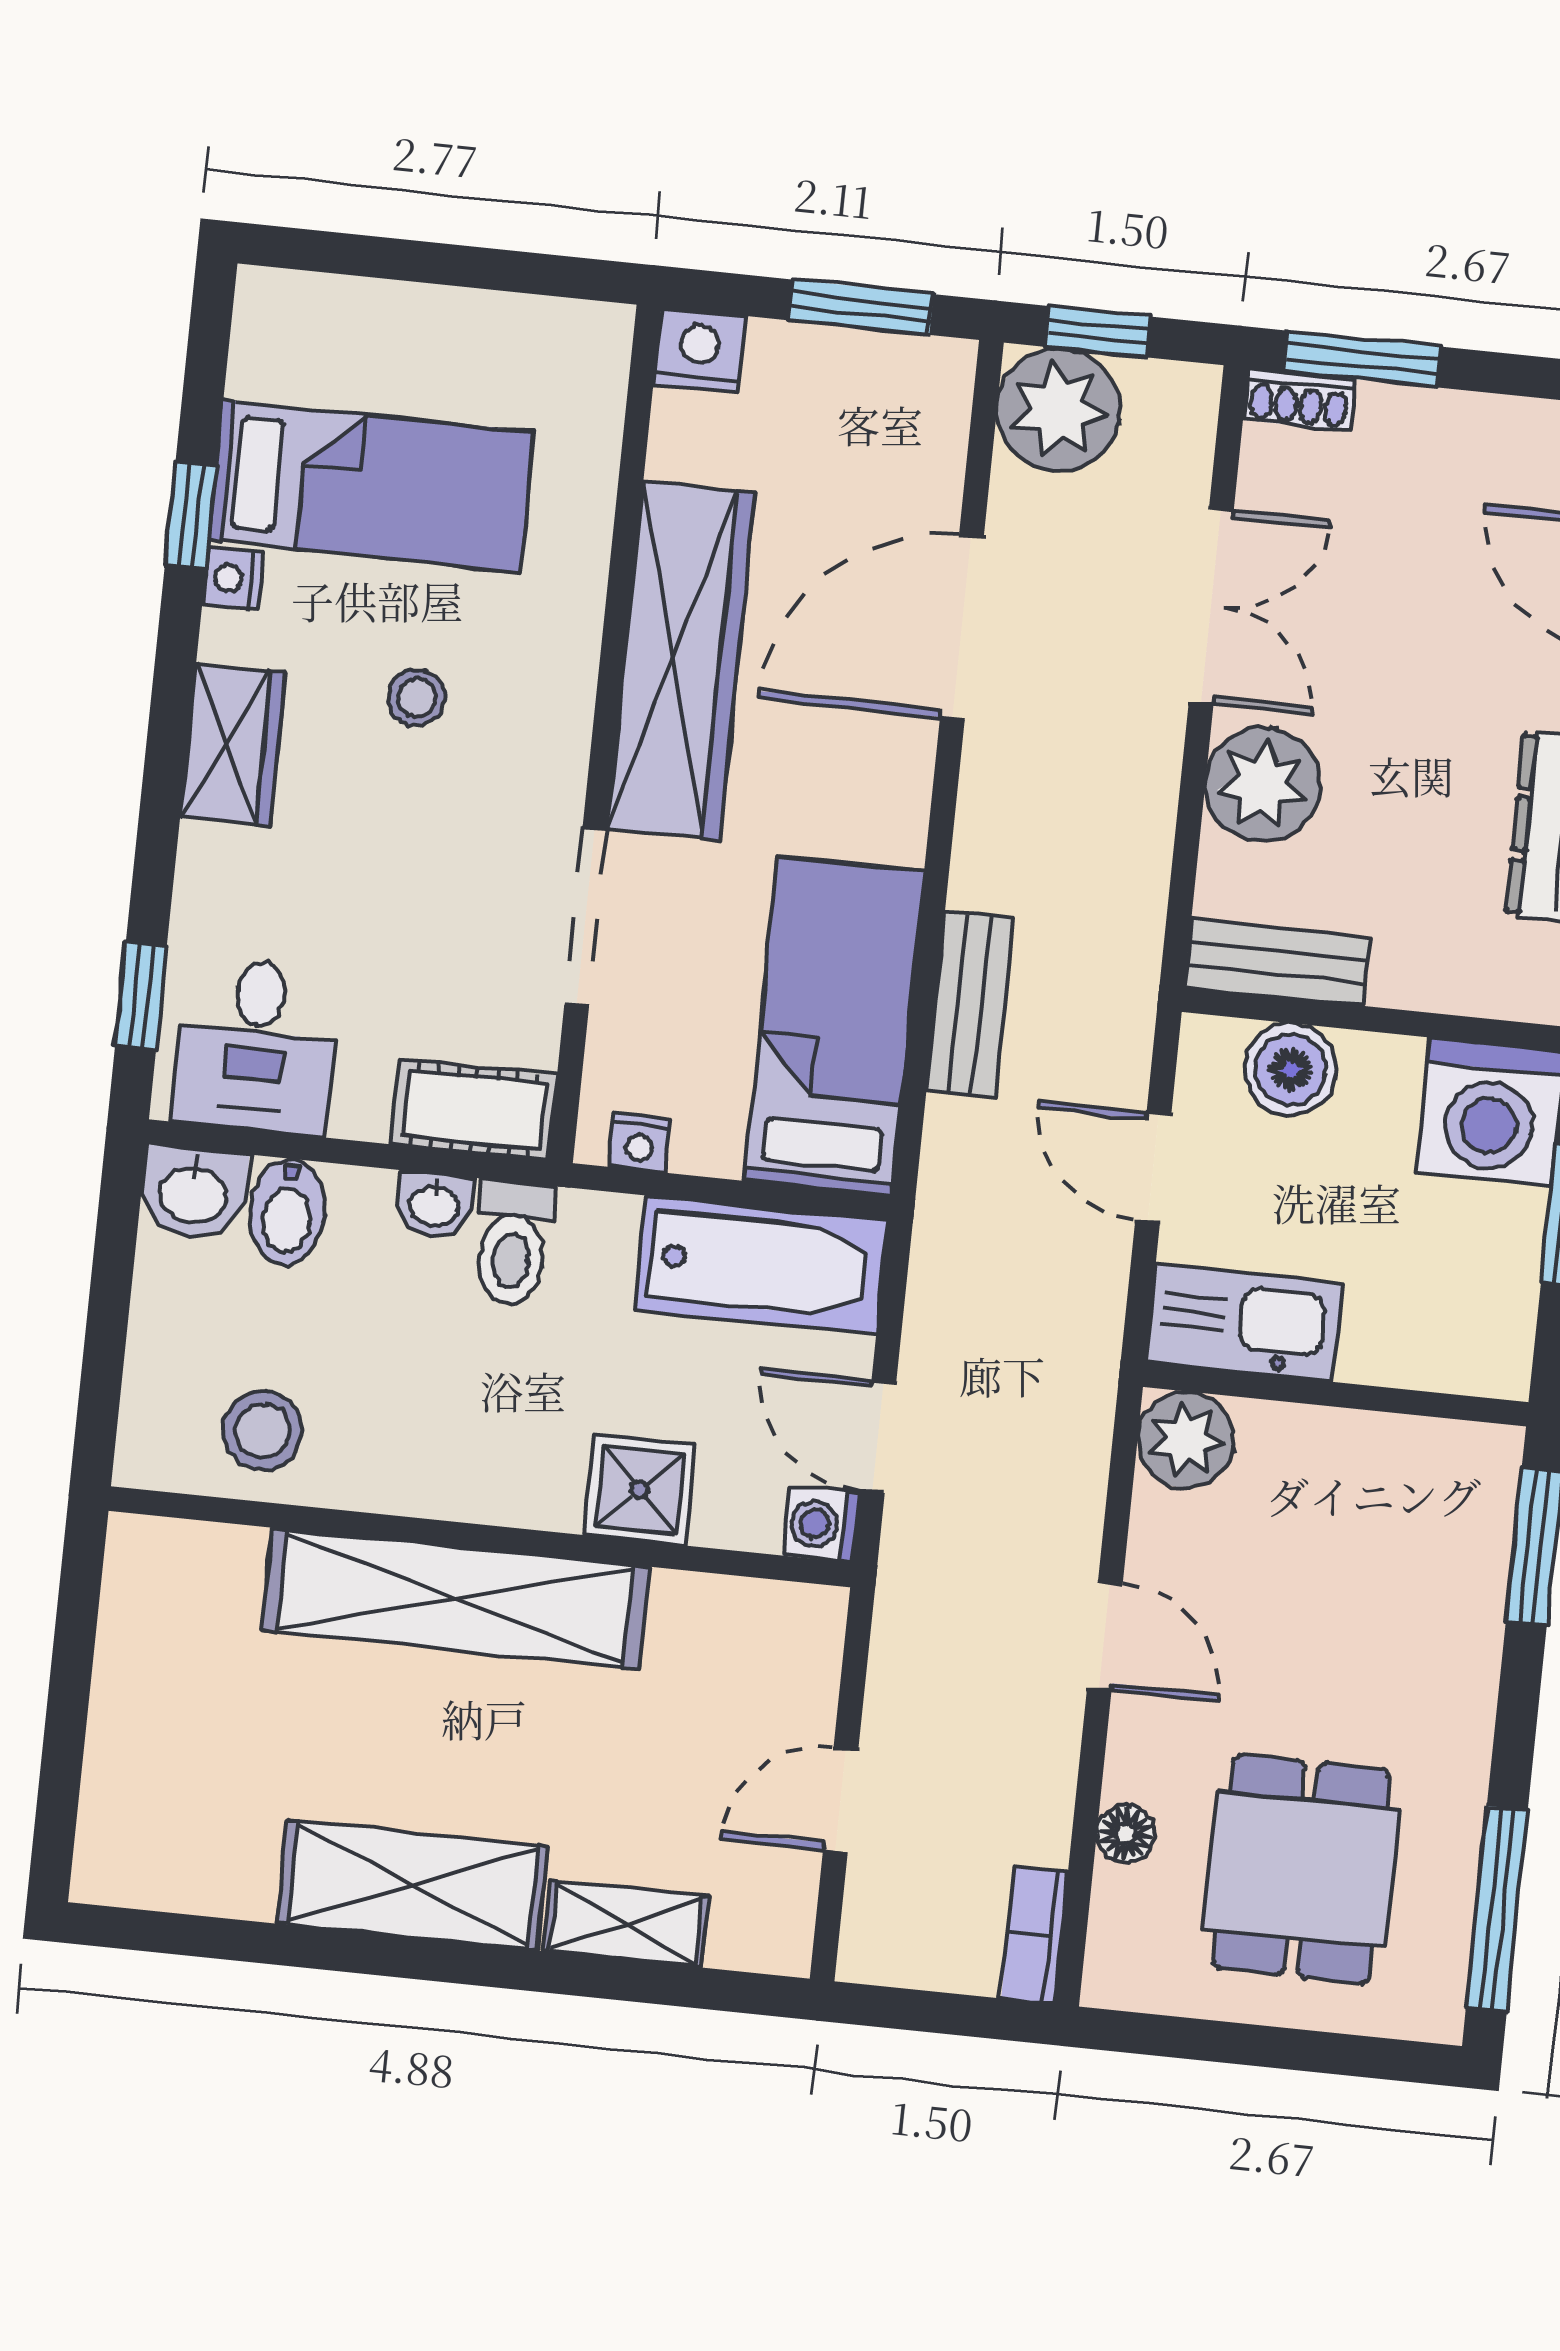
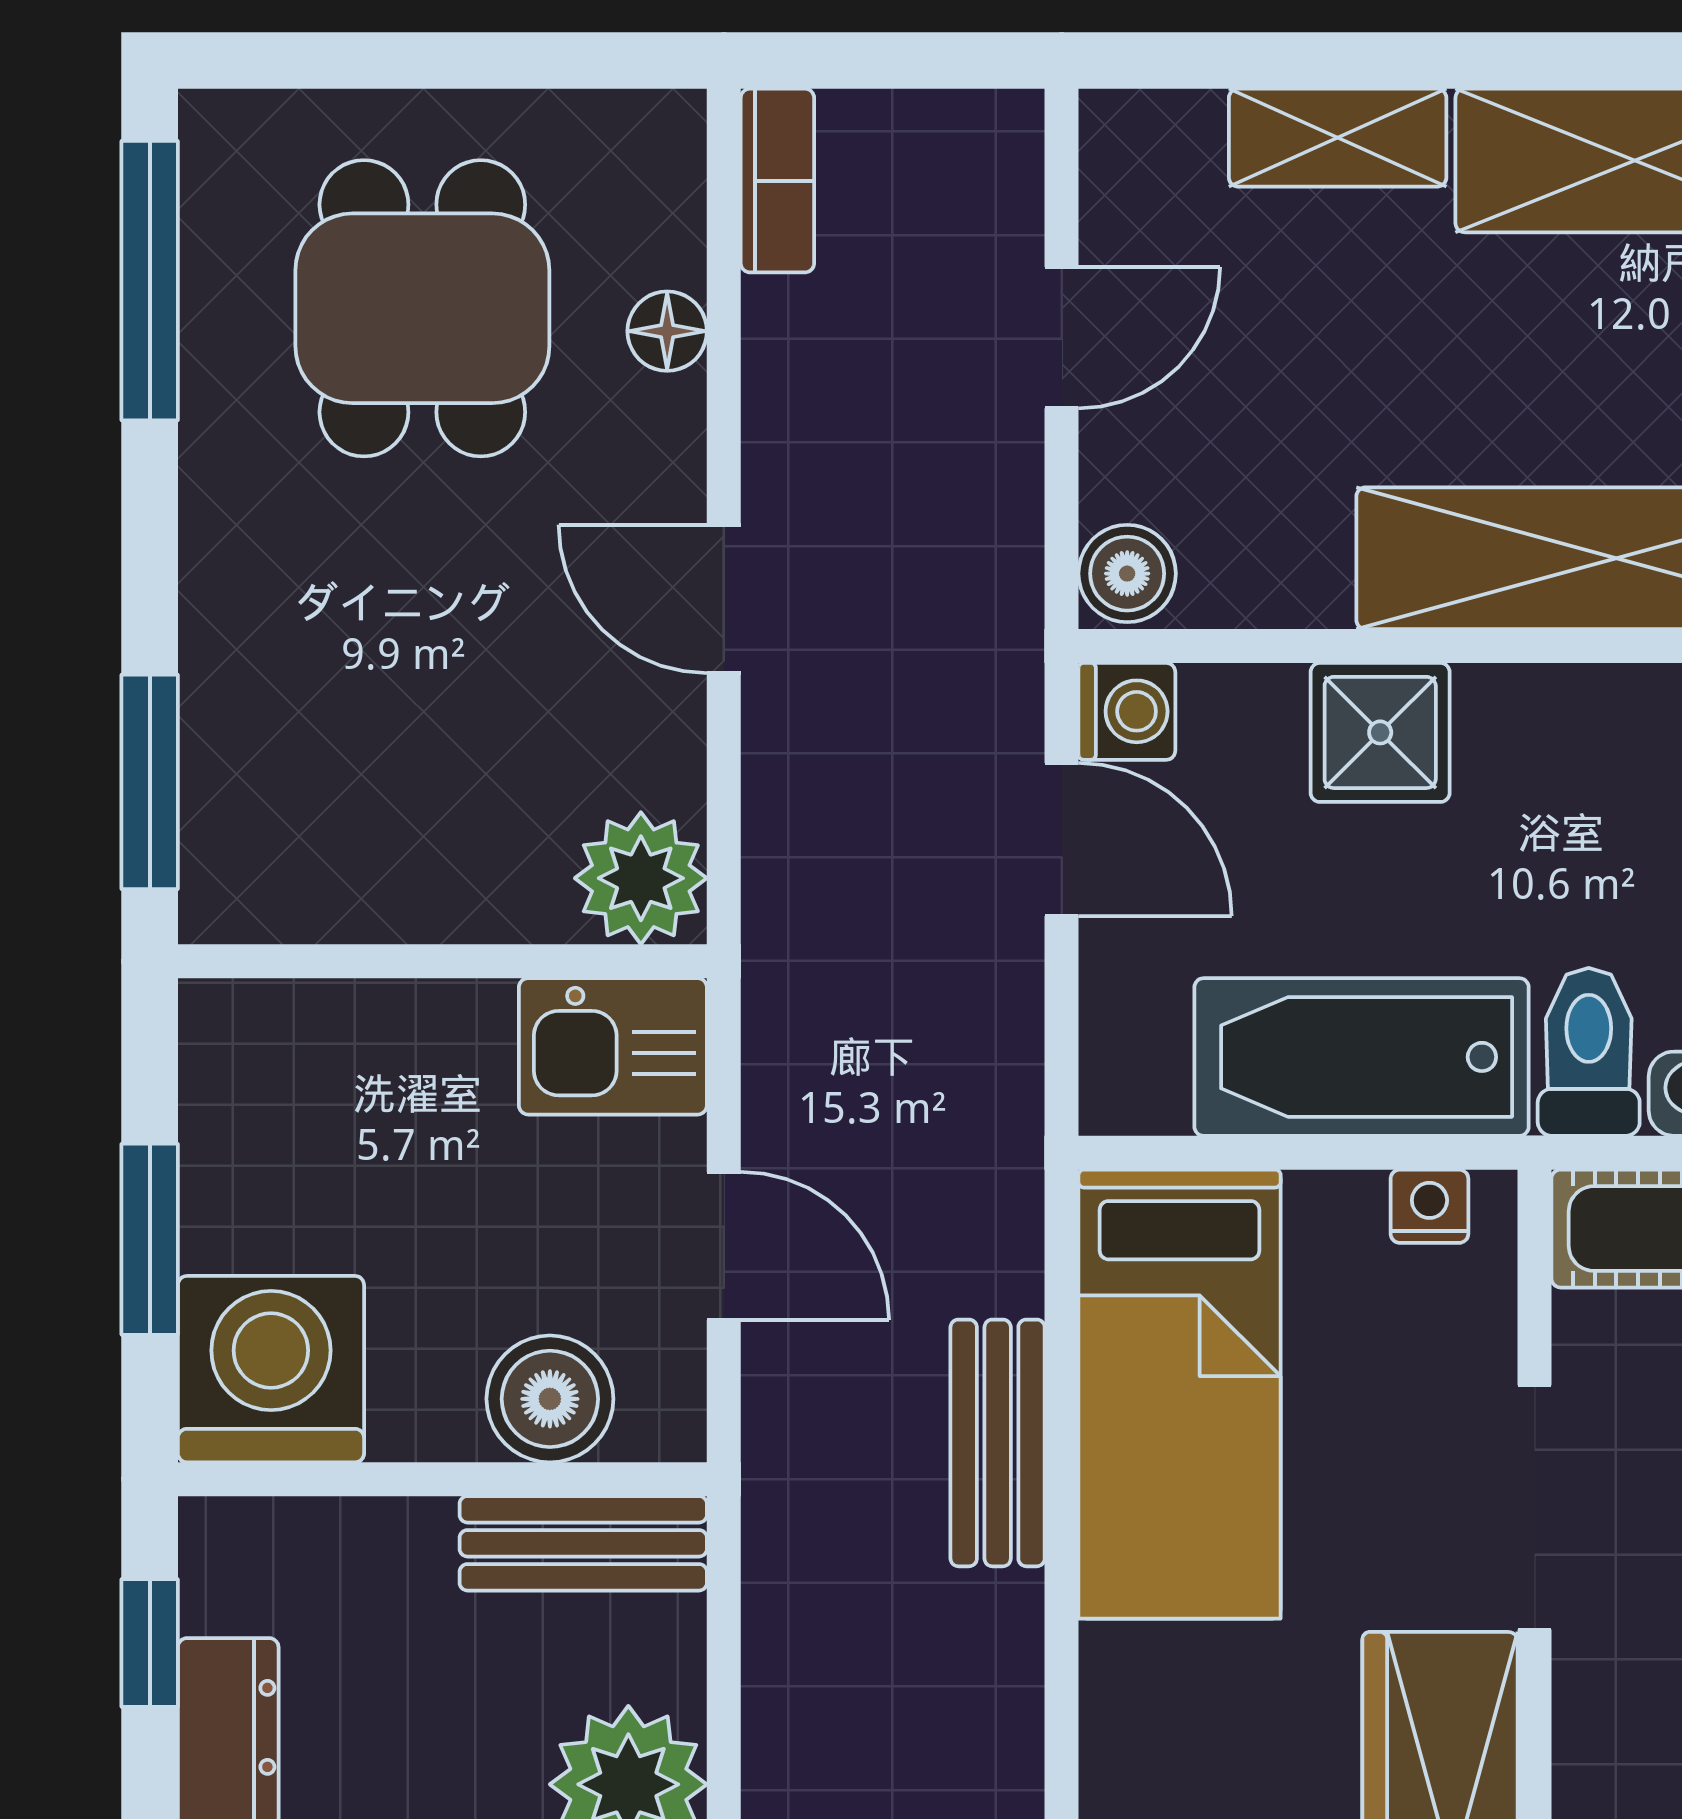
bathtub: (761, 1265) -> (1362, 1057), moved
kitchen sink: (1244, 1323) -> (613, 1046), width x0.73
boiler: (811, 1624) -> (1127, 574), added

